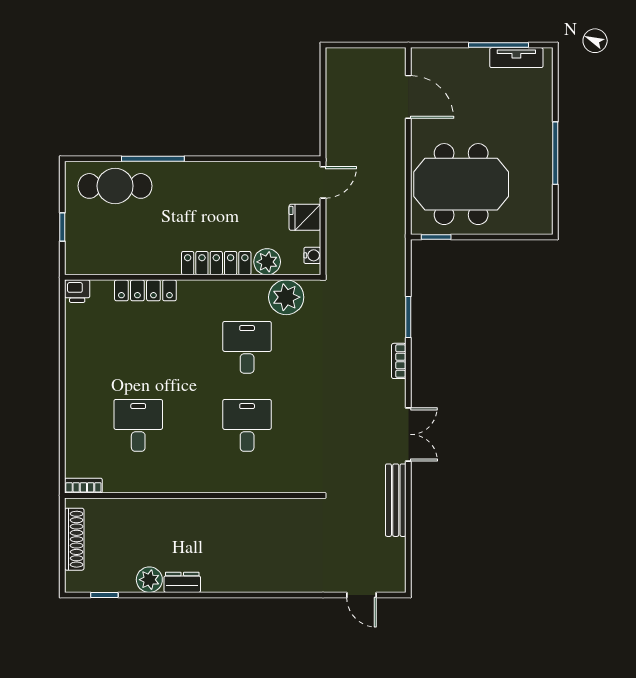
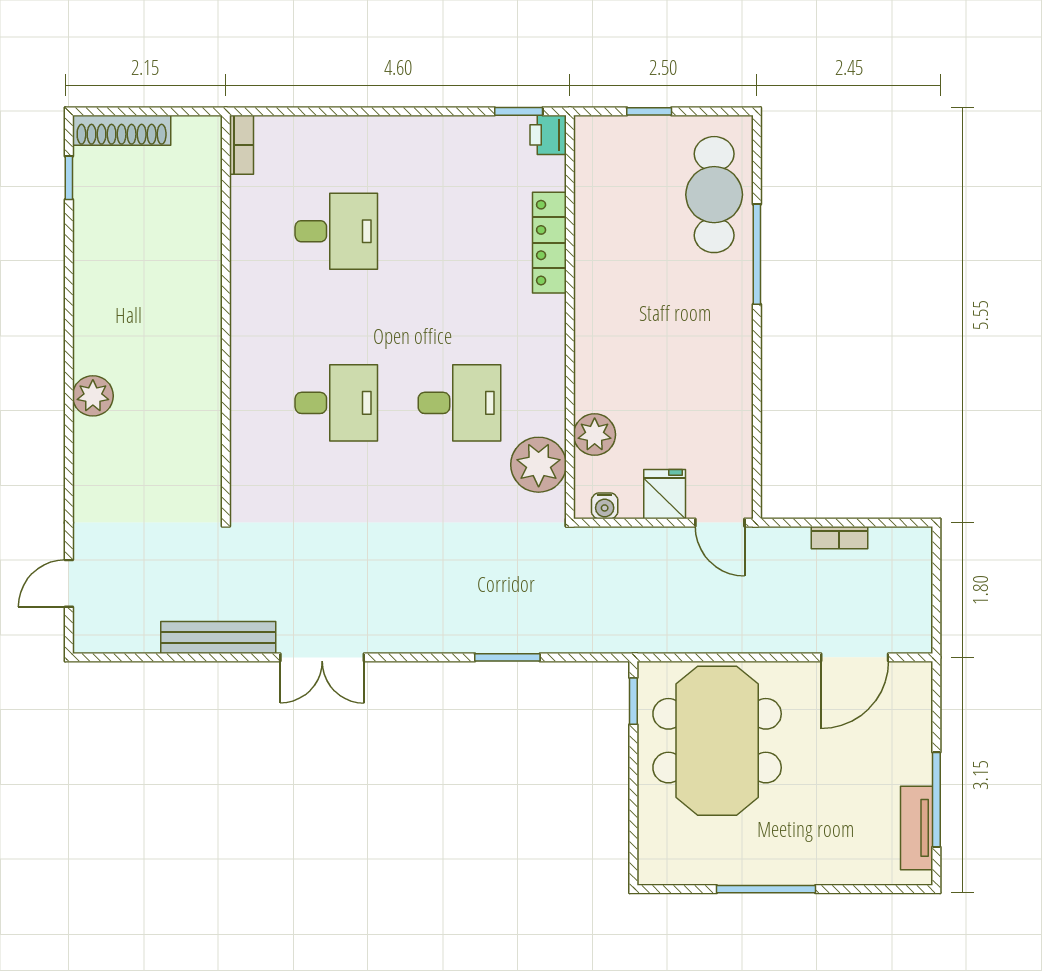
locker: (216, 263) -> (592, 354), removed
window: (62, 310) -> (519, 111), added
bookcase: (399, 361) -> (839, 538), moved, turned 180
shoe rack: (74, 539) -> (122, 130), moved
plant: (149, 580) -> (93, 396), moved
dresser: (182, 582) -> (89, 301), removed

